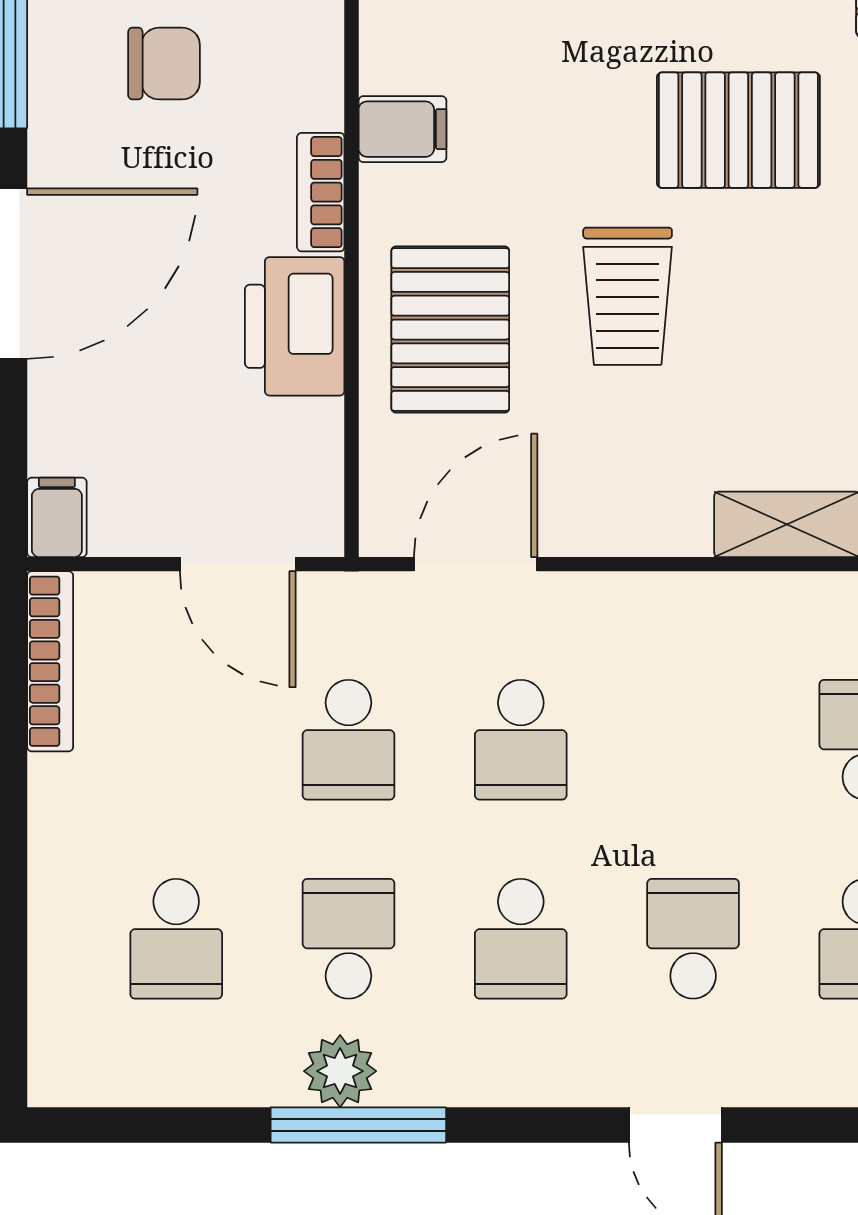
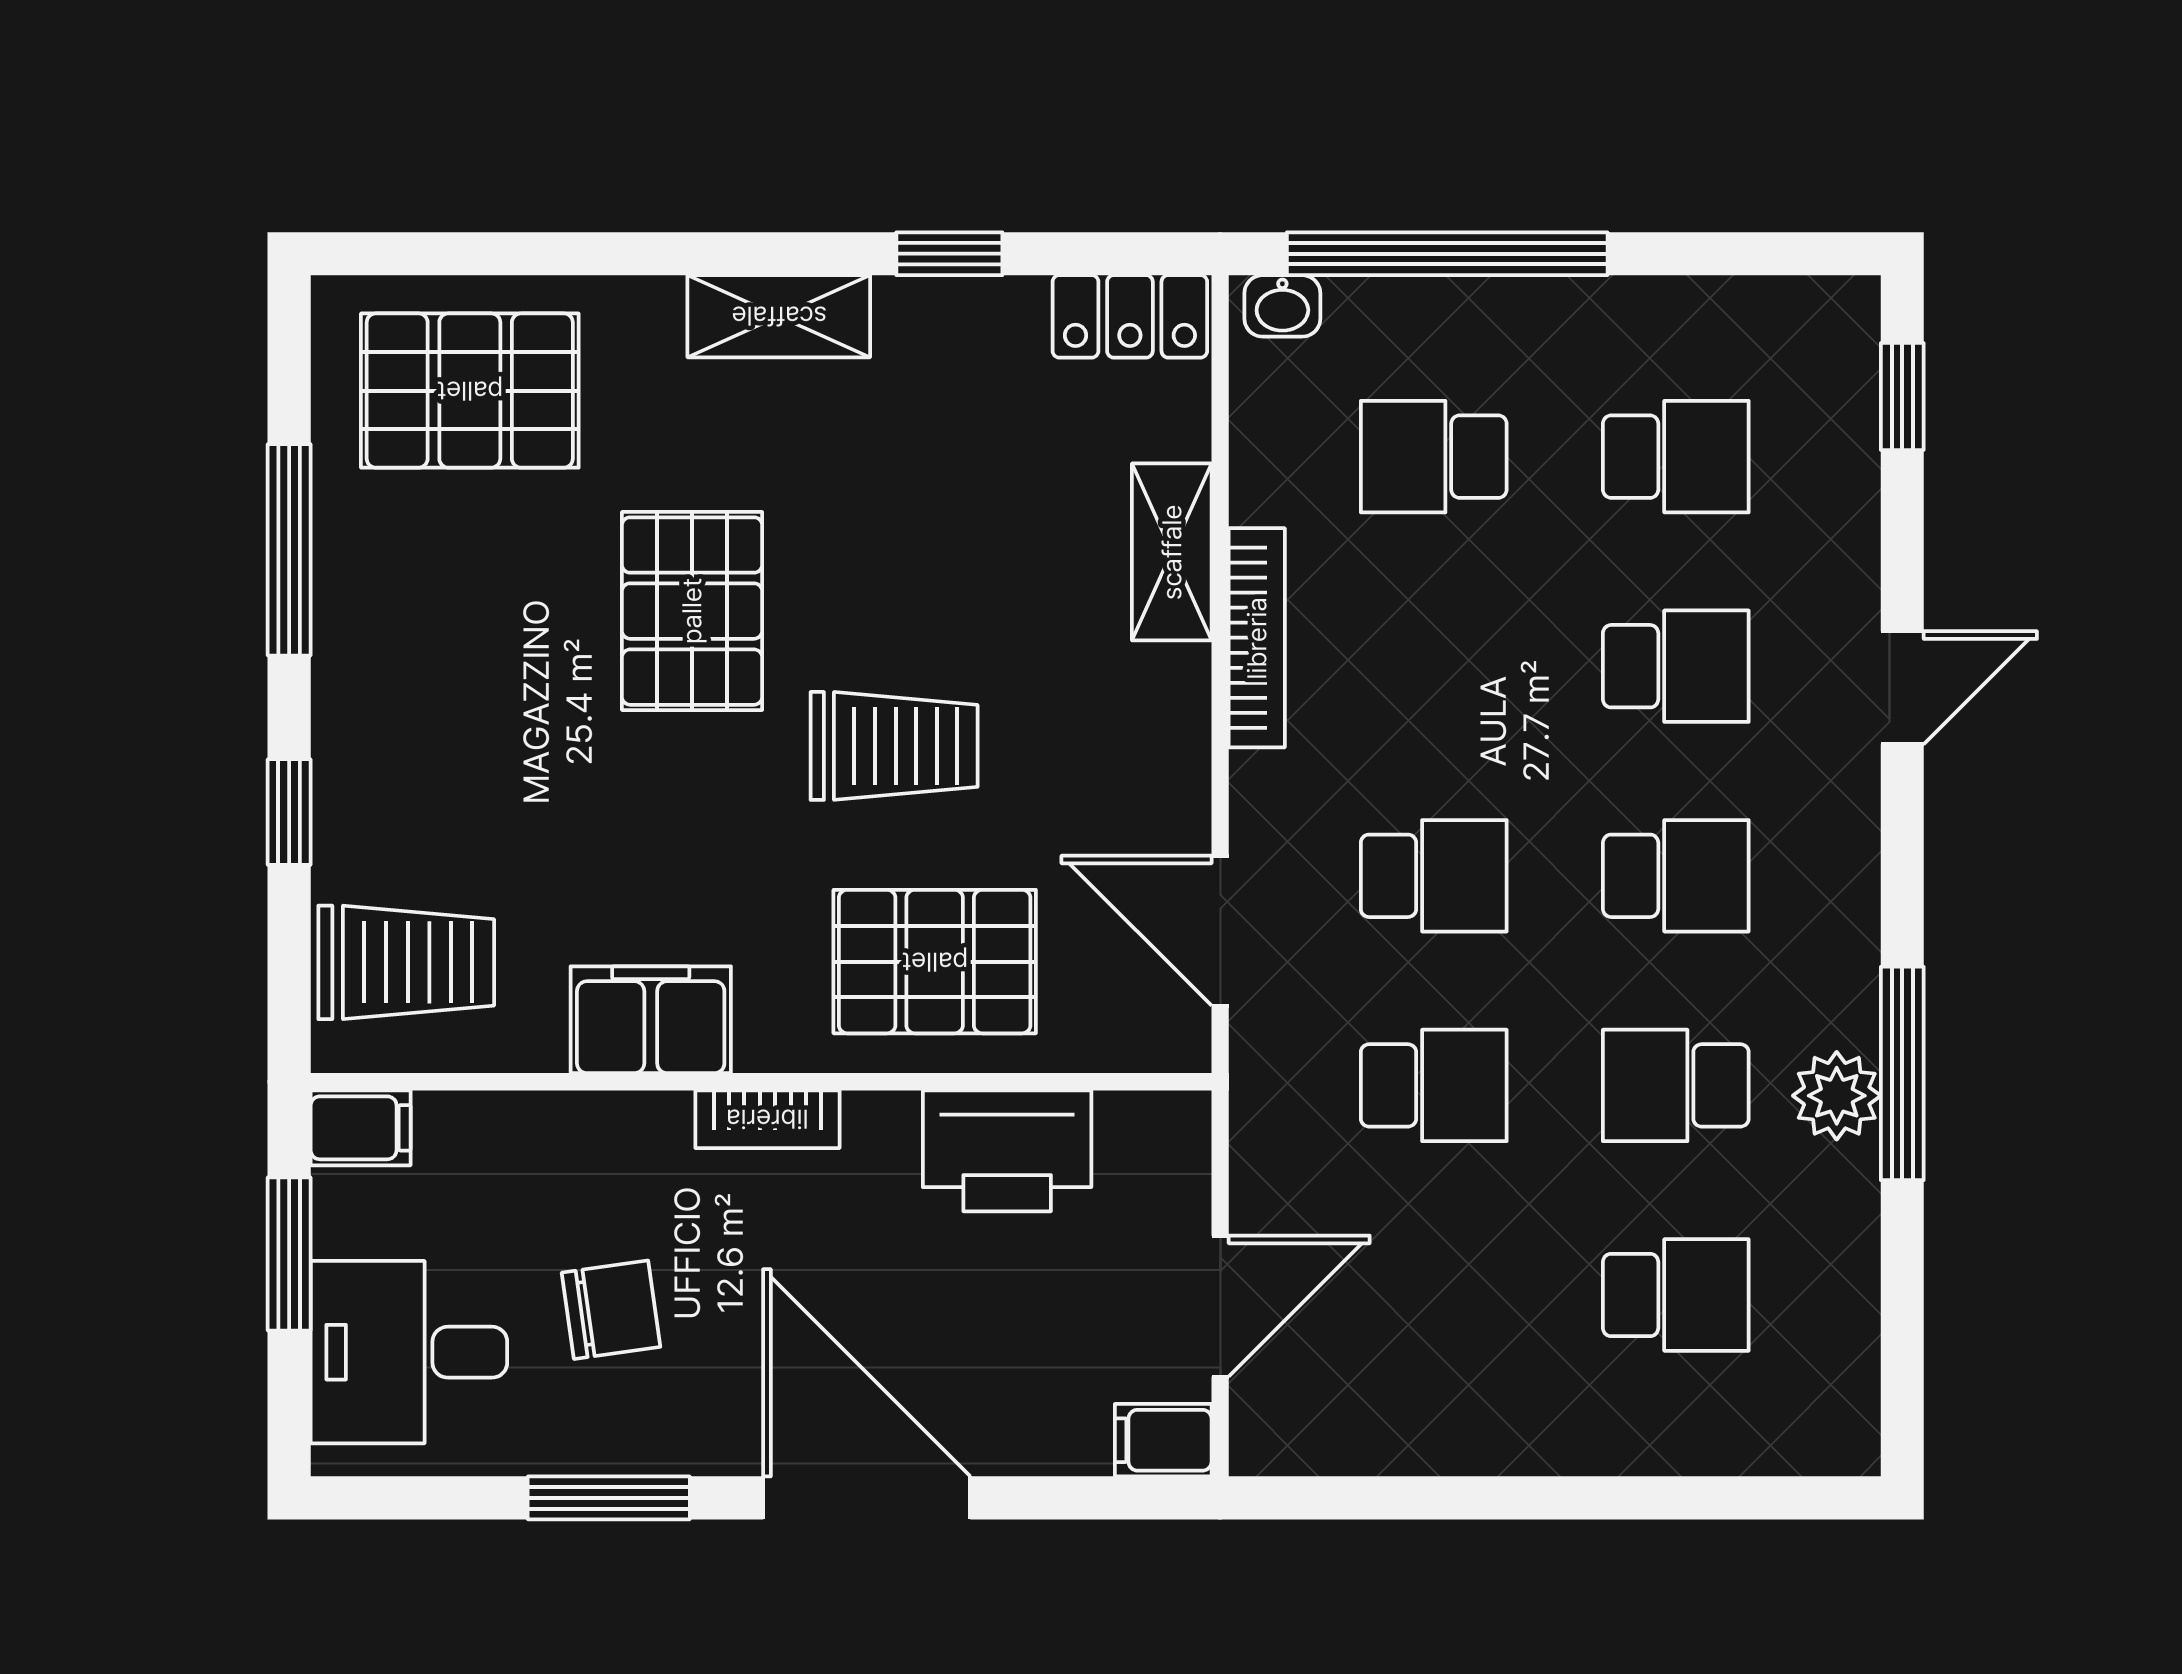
chair: (164, 64) -> (611, 1310), turned 82
filing cabinet: (402, 129) -> (651, 1020), width x2.00
printer: (295, 326) -> (1007, 1151), moved
door: (238, 564) -> (1220, 1306), moved
bookcase: (50, 661) -> (1257, 638), moved, turned 90
school desk: (693, 939) -> (1676, 666), turned 180

